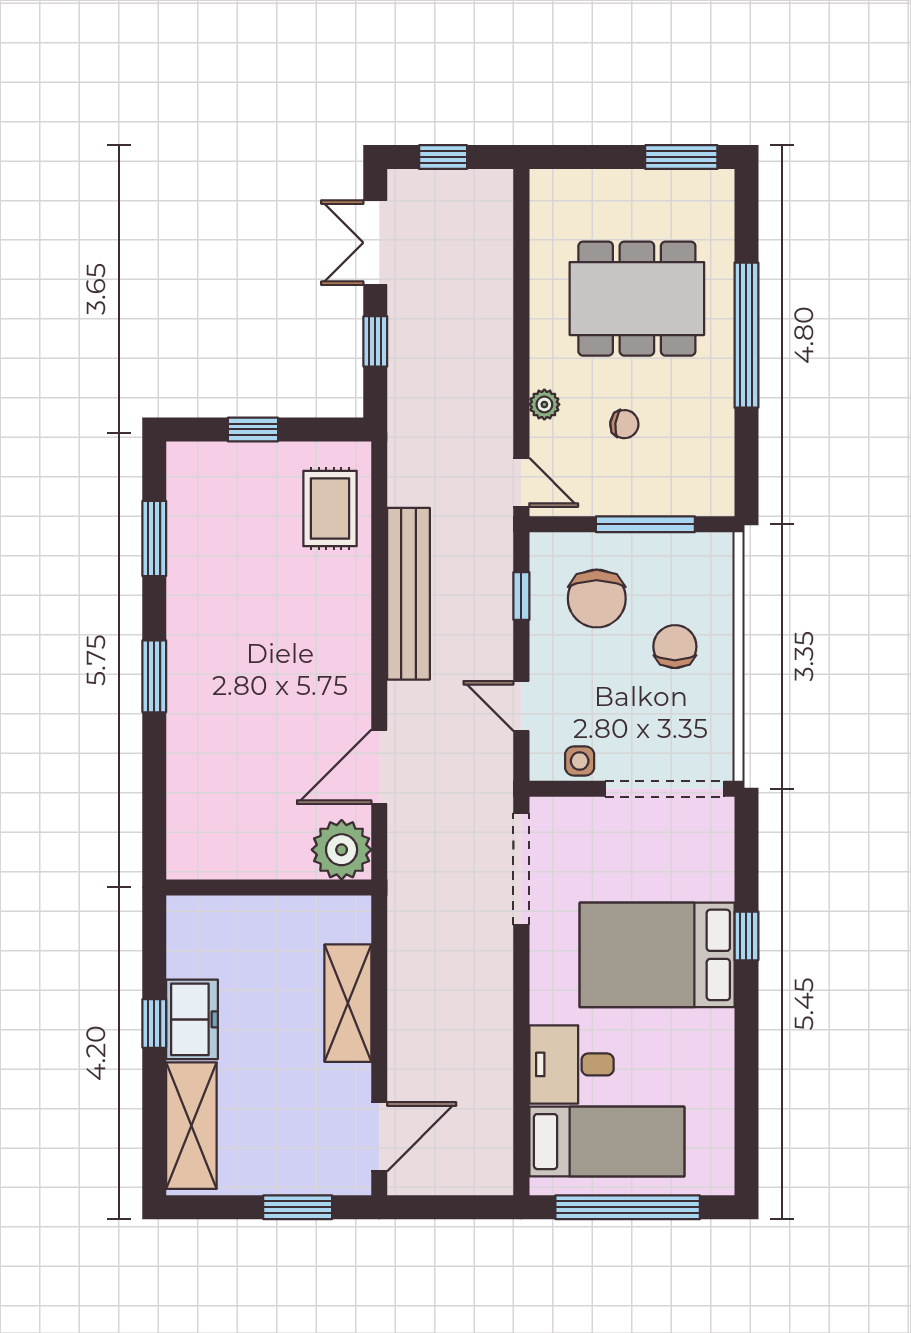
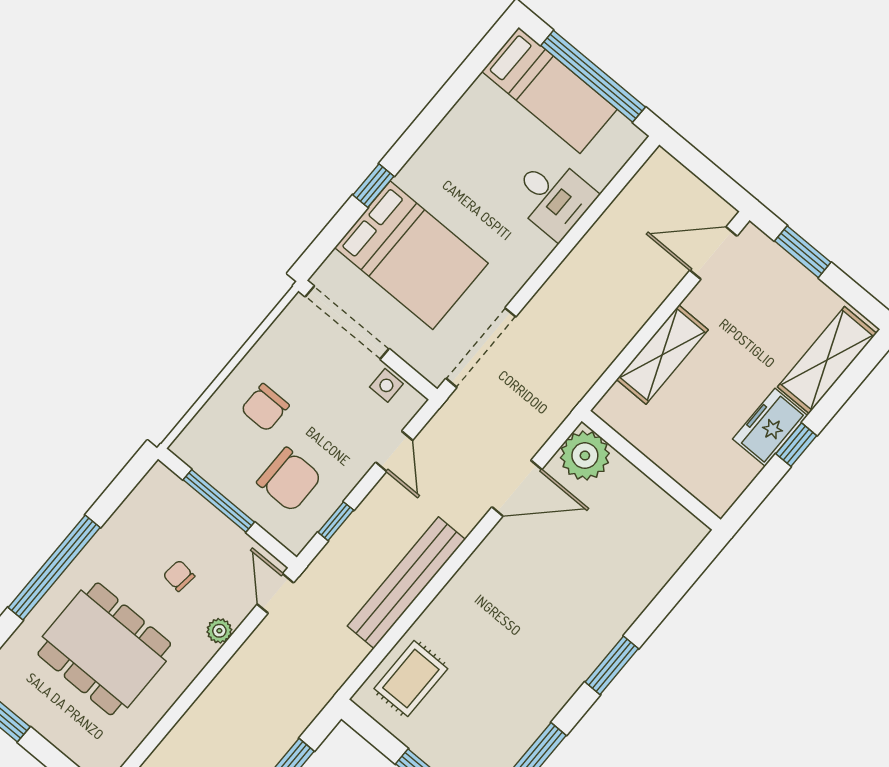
chair: (597, 599) -> (289, 480), turned 90
bed: (657, 955) -> (411, 255), moved
bed: (607, 1142) -> (549, 90), moved, turned 180

